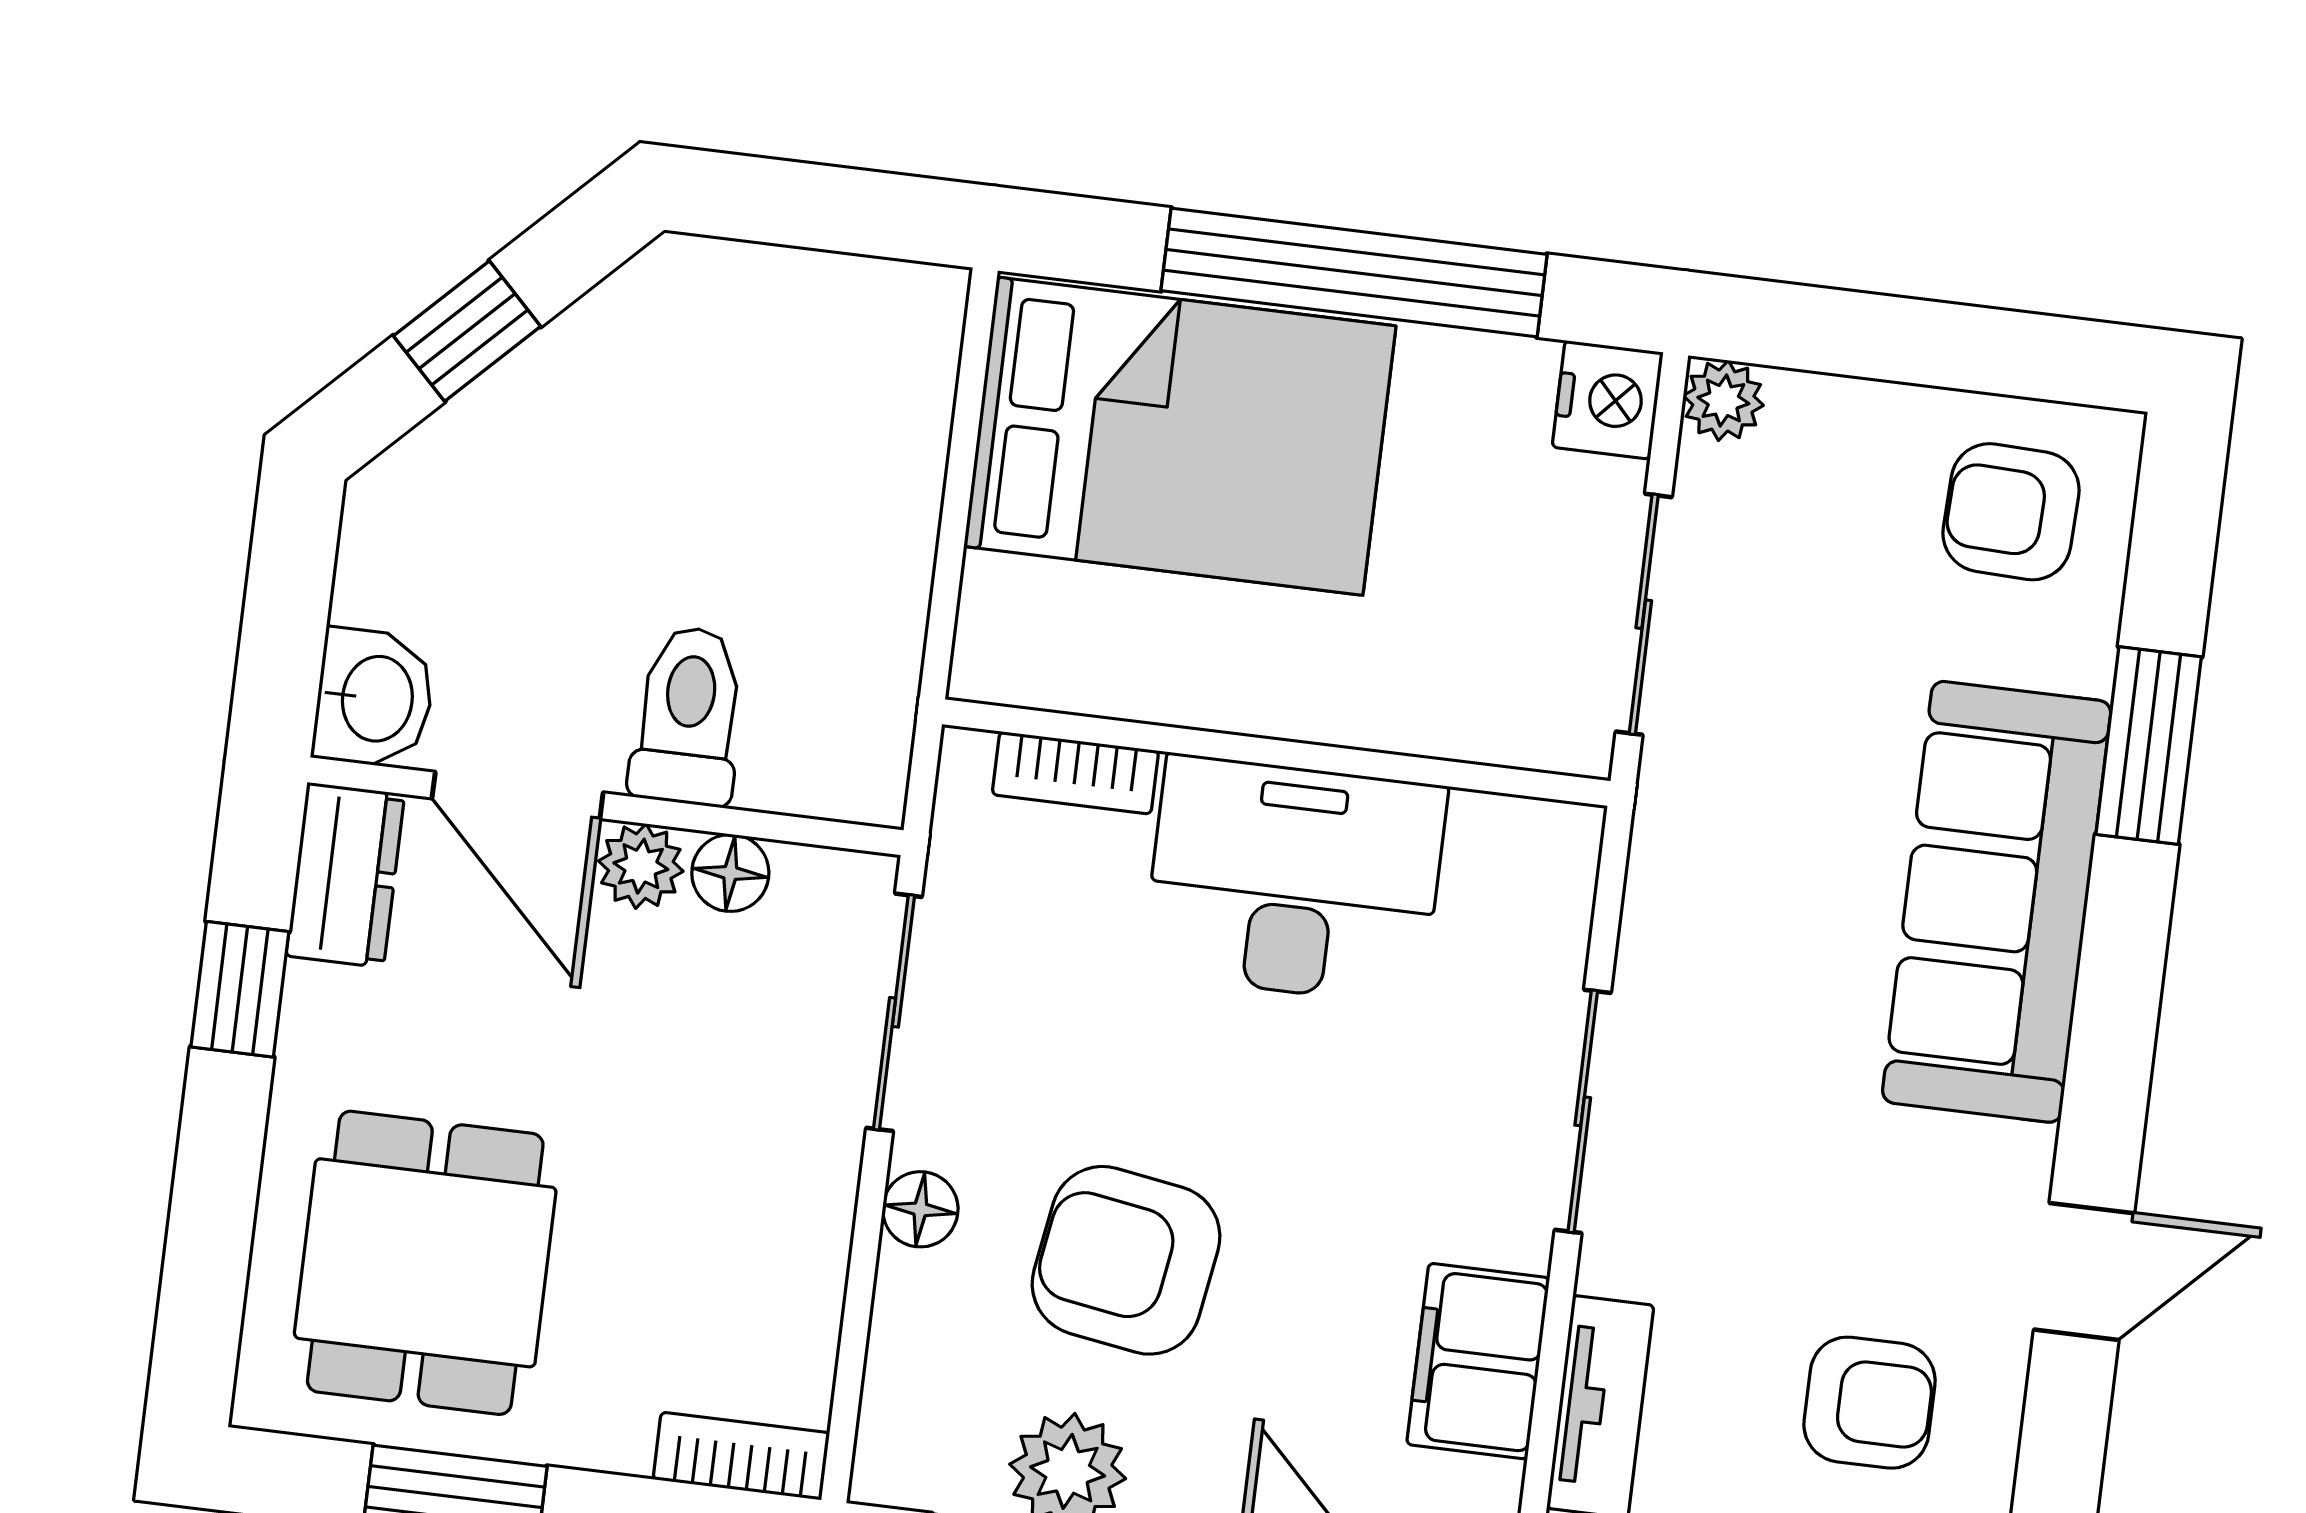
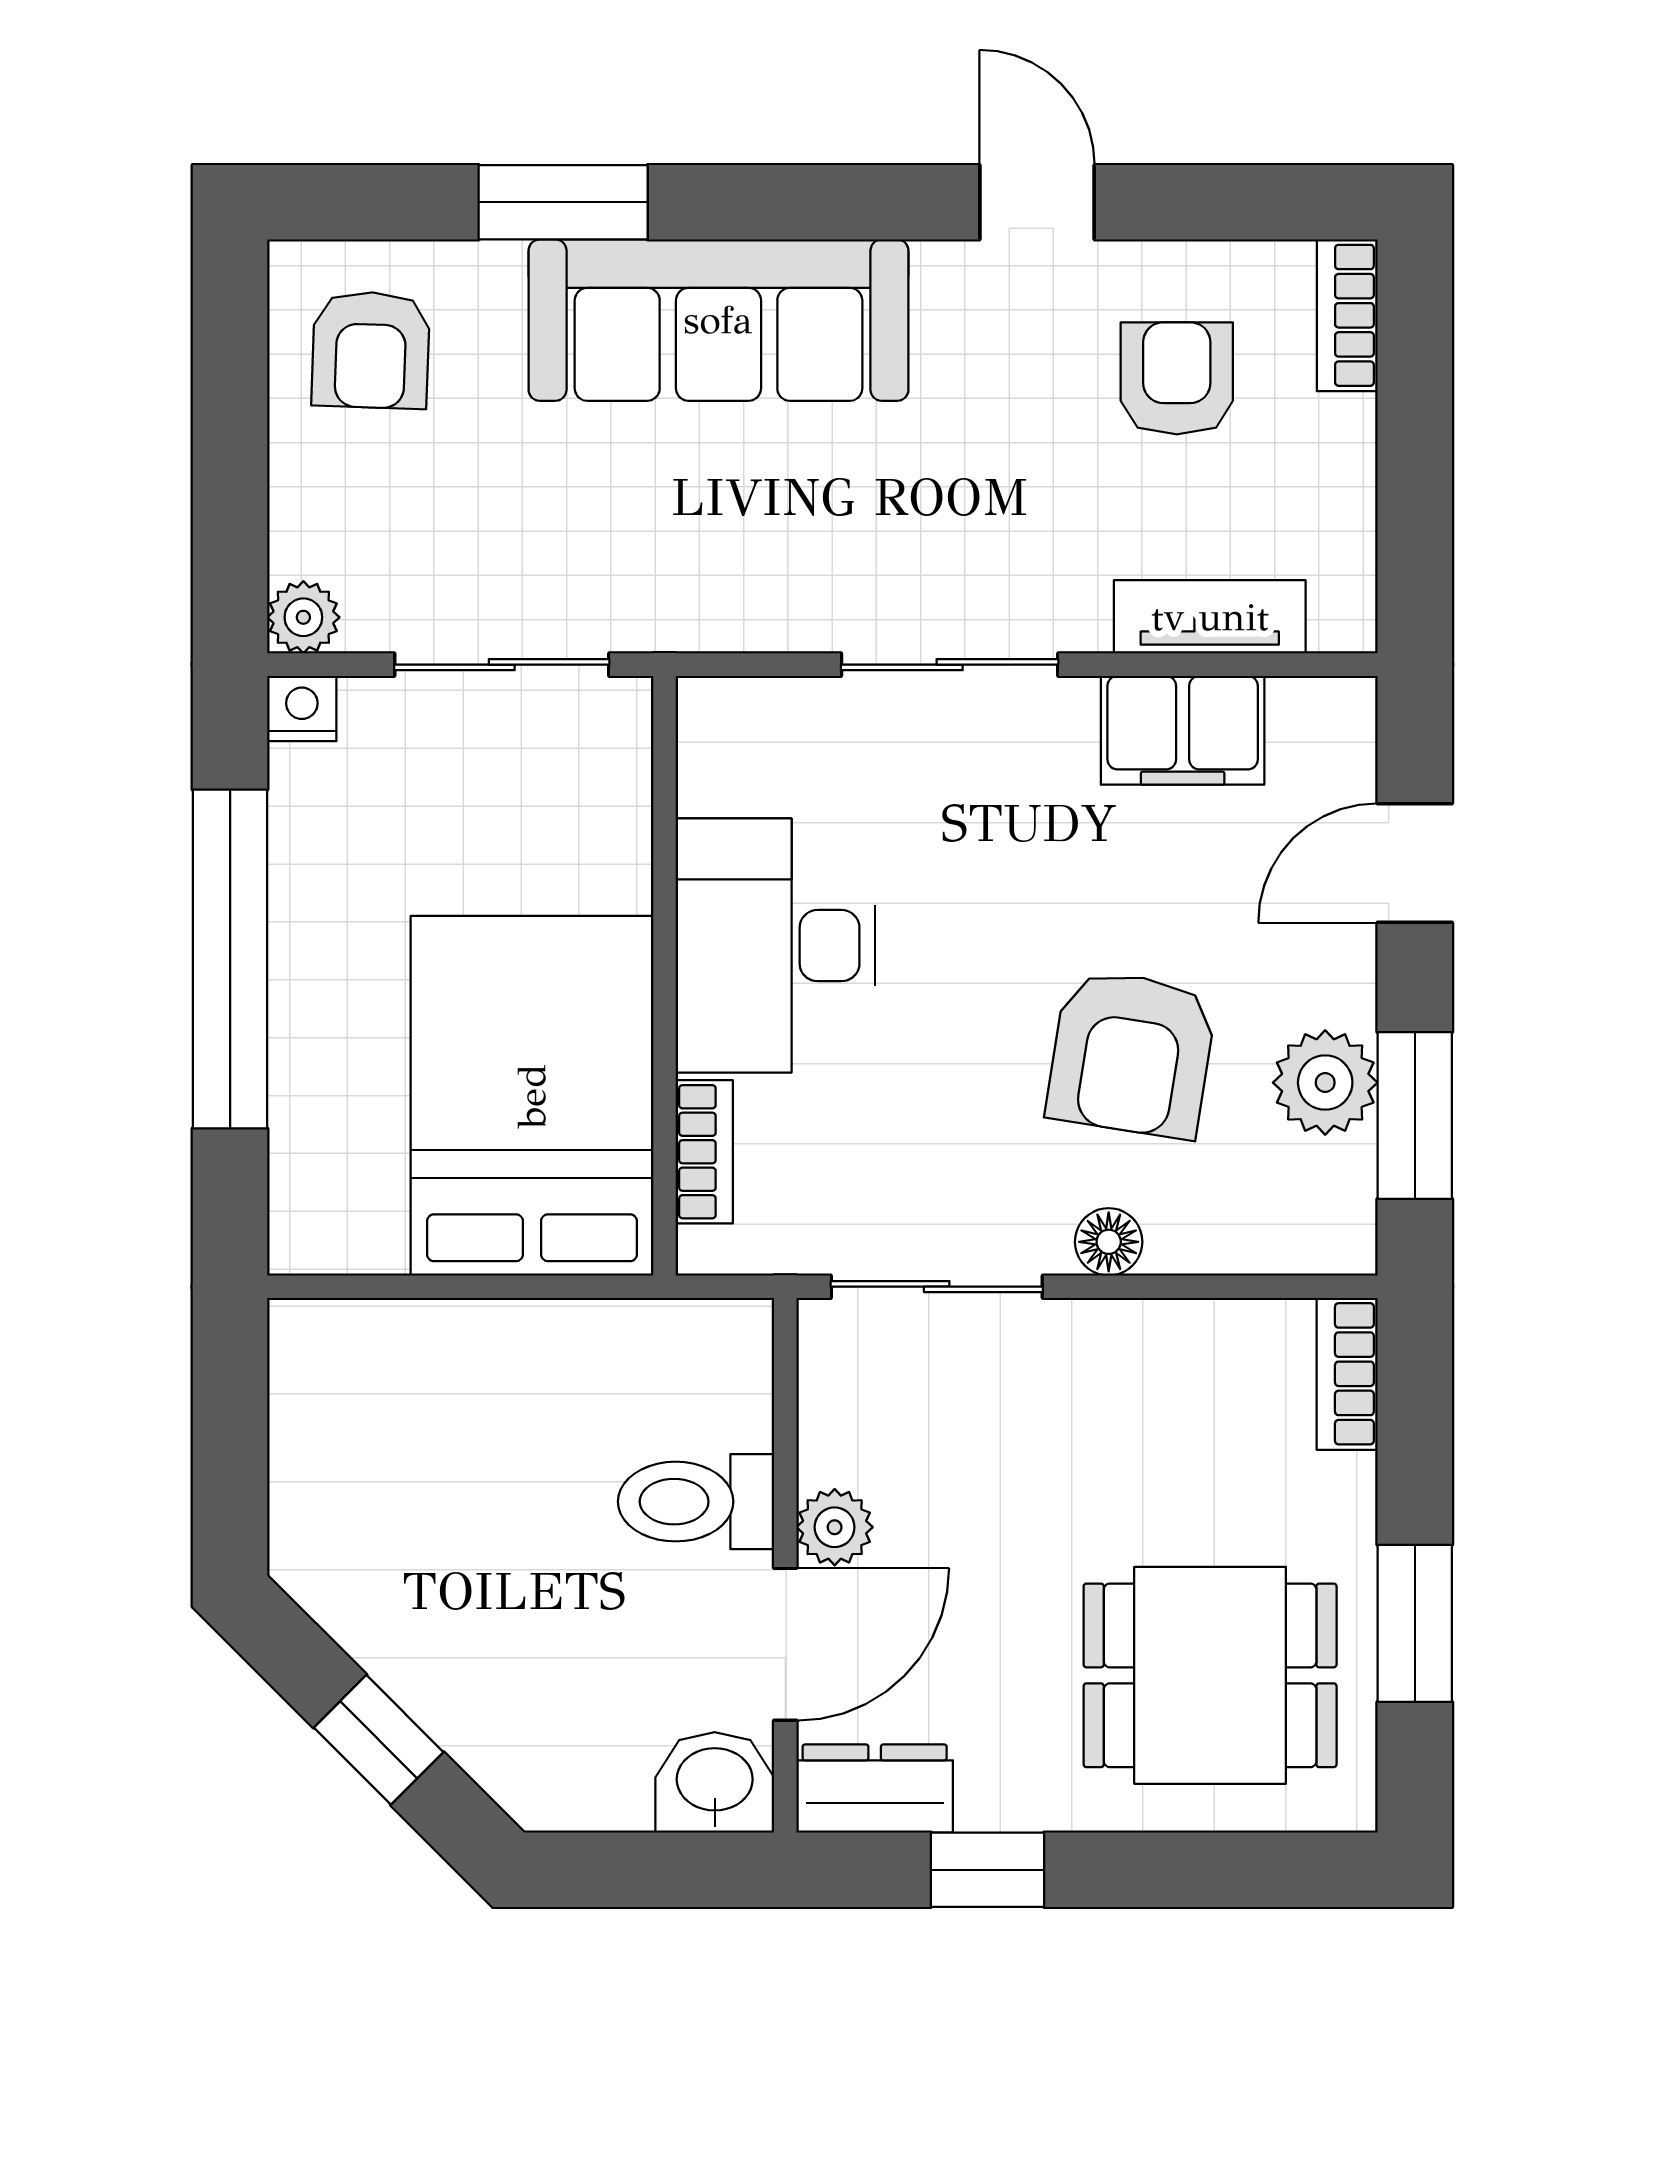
nightstand: (1608, 400) -> (302, 708), width x0.72, depth x0.74
bed: (1180, 436) -> (532, 1096), moved
floor lamp: (730, 873) -> (831, 1447), removed

